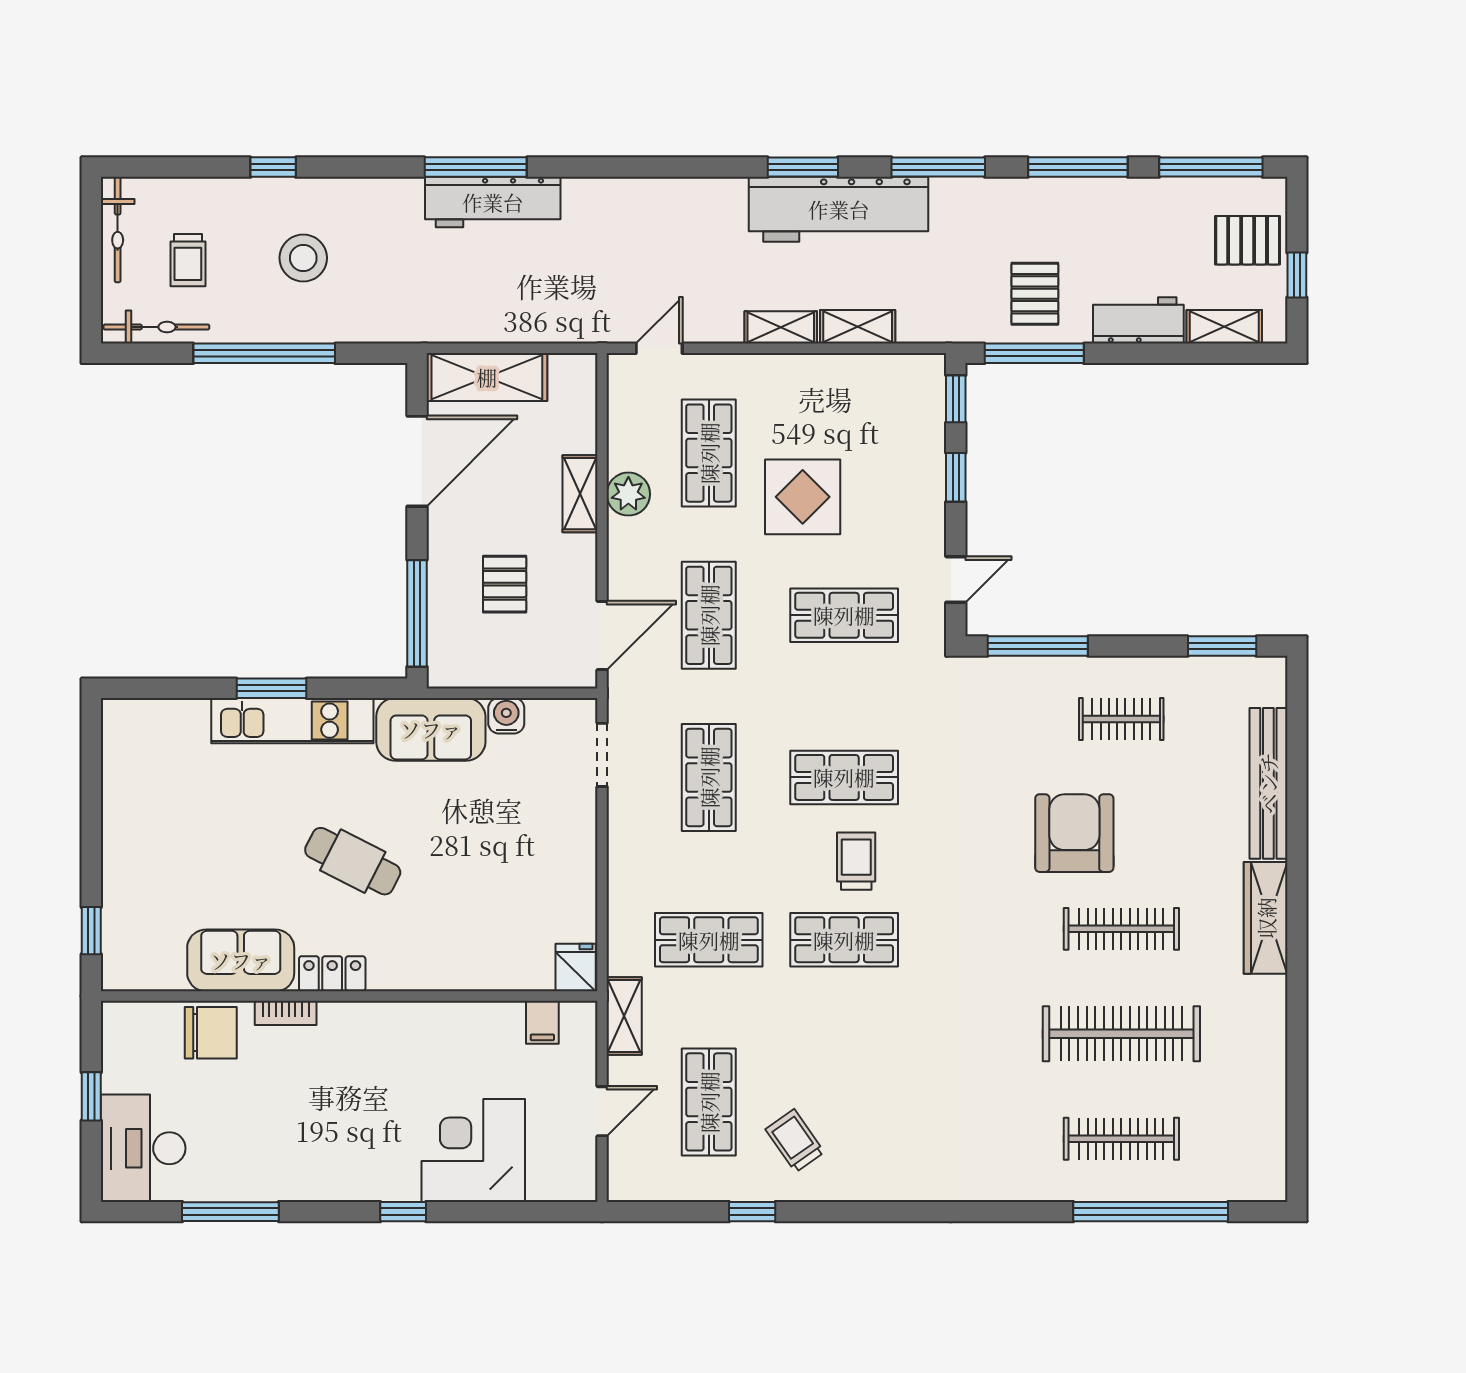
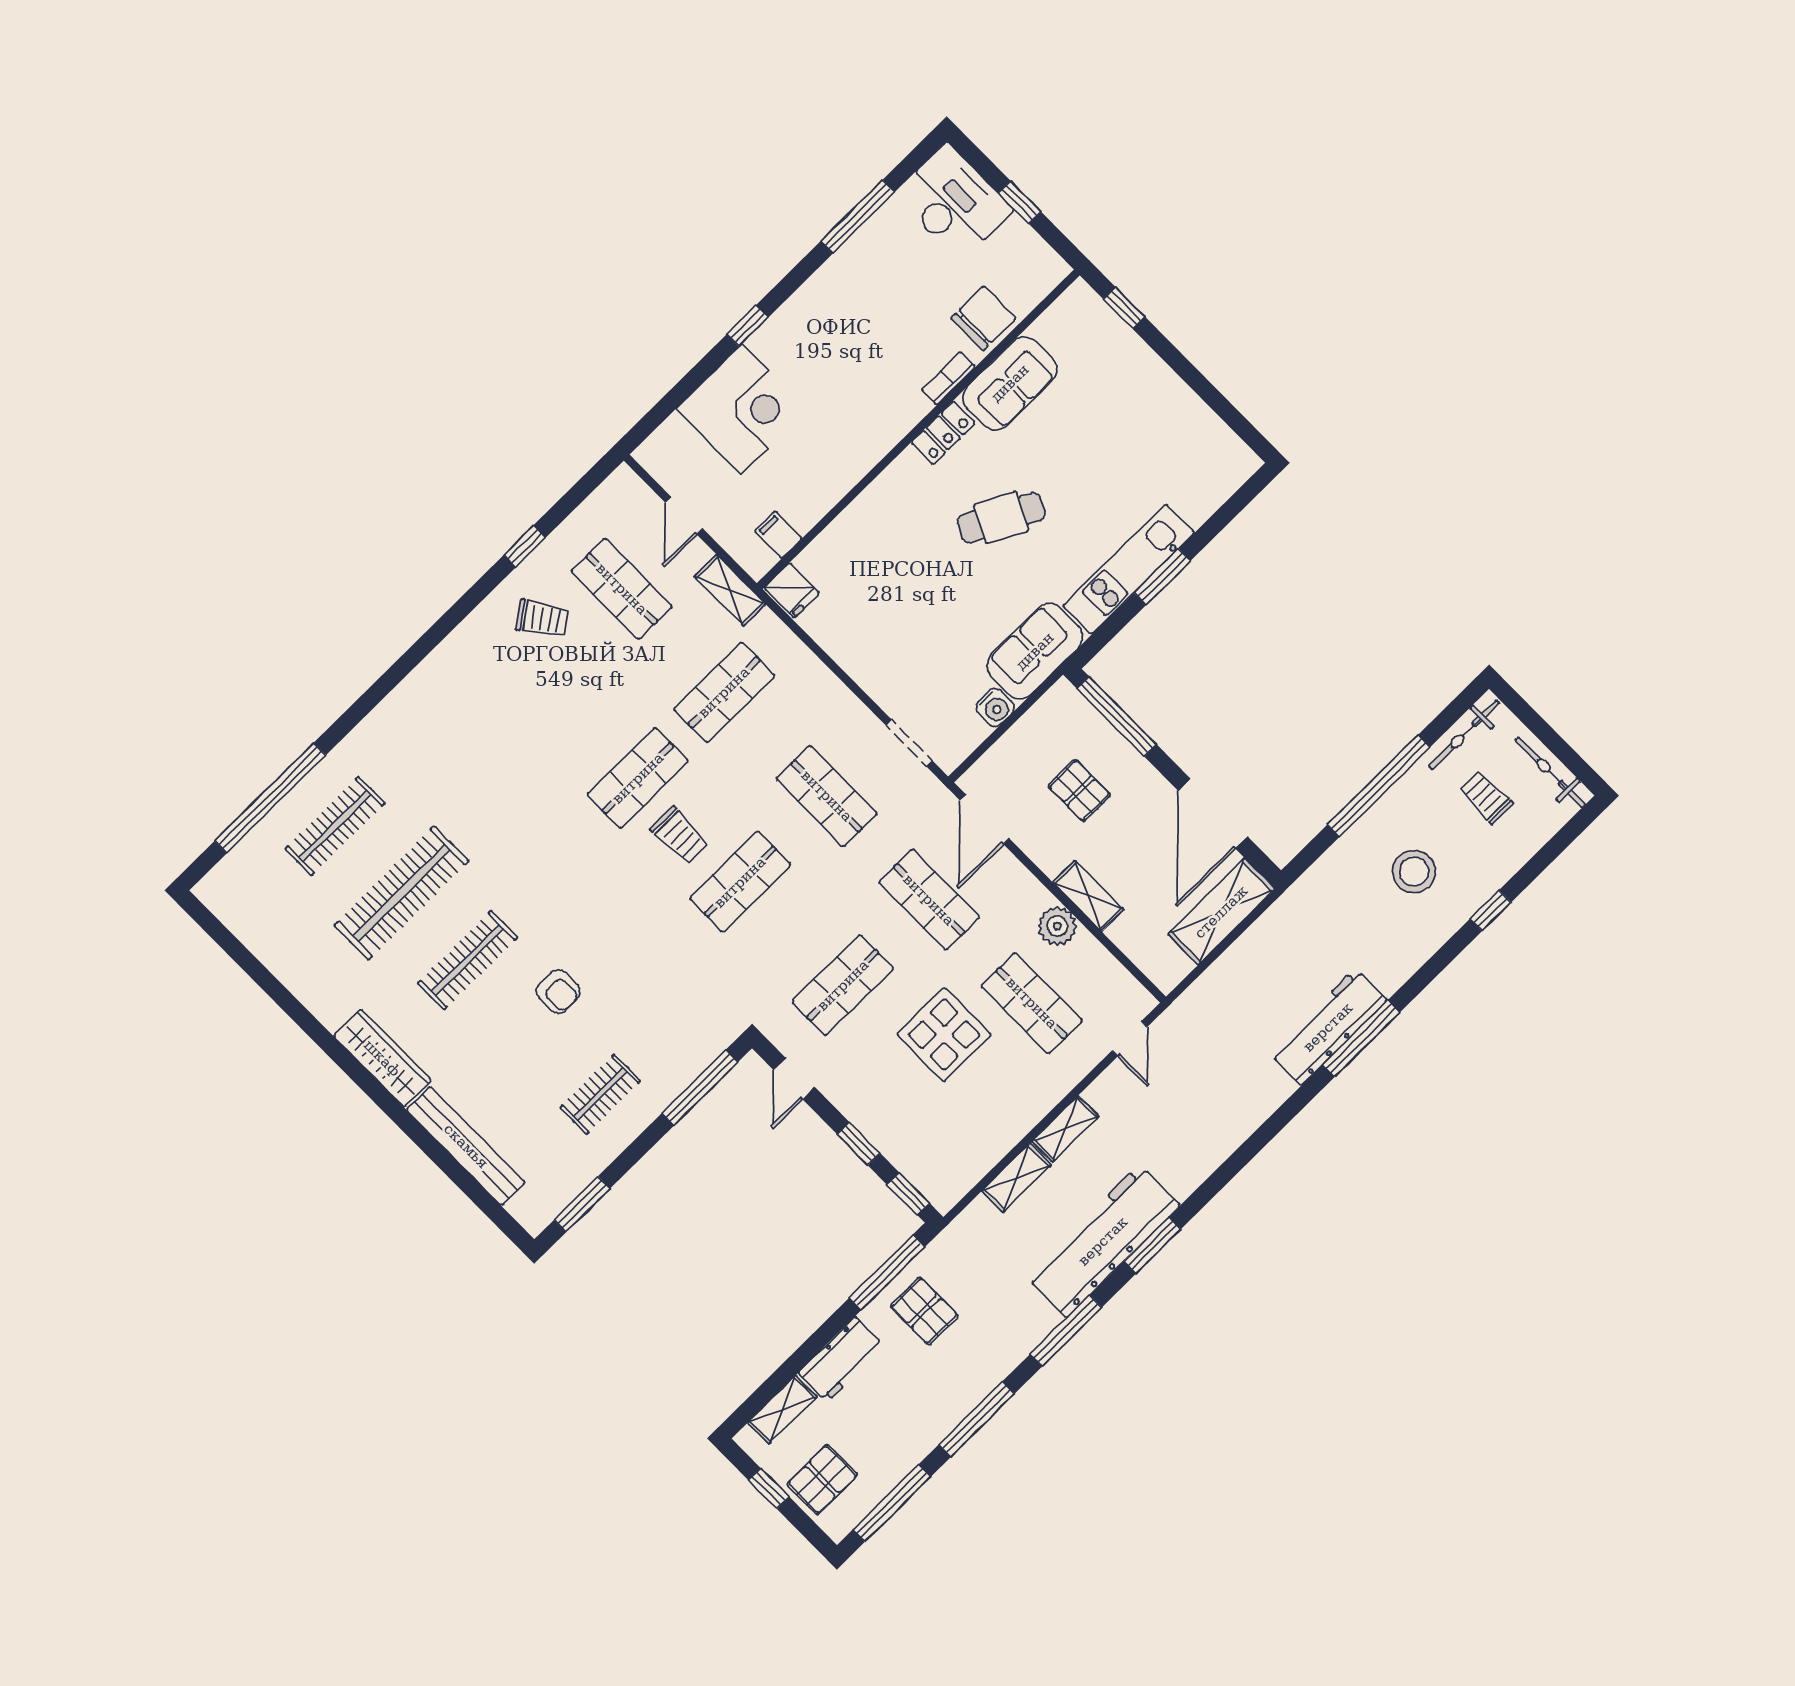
armchair: (1074, 833) -> (558, 992), width x0.53, depth x0.53
chair: (211, 1033) -> (983, 318), turned 180

